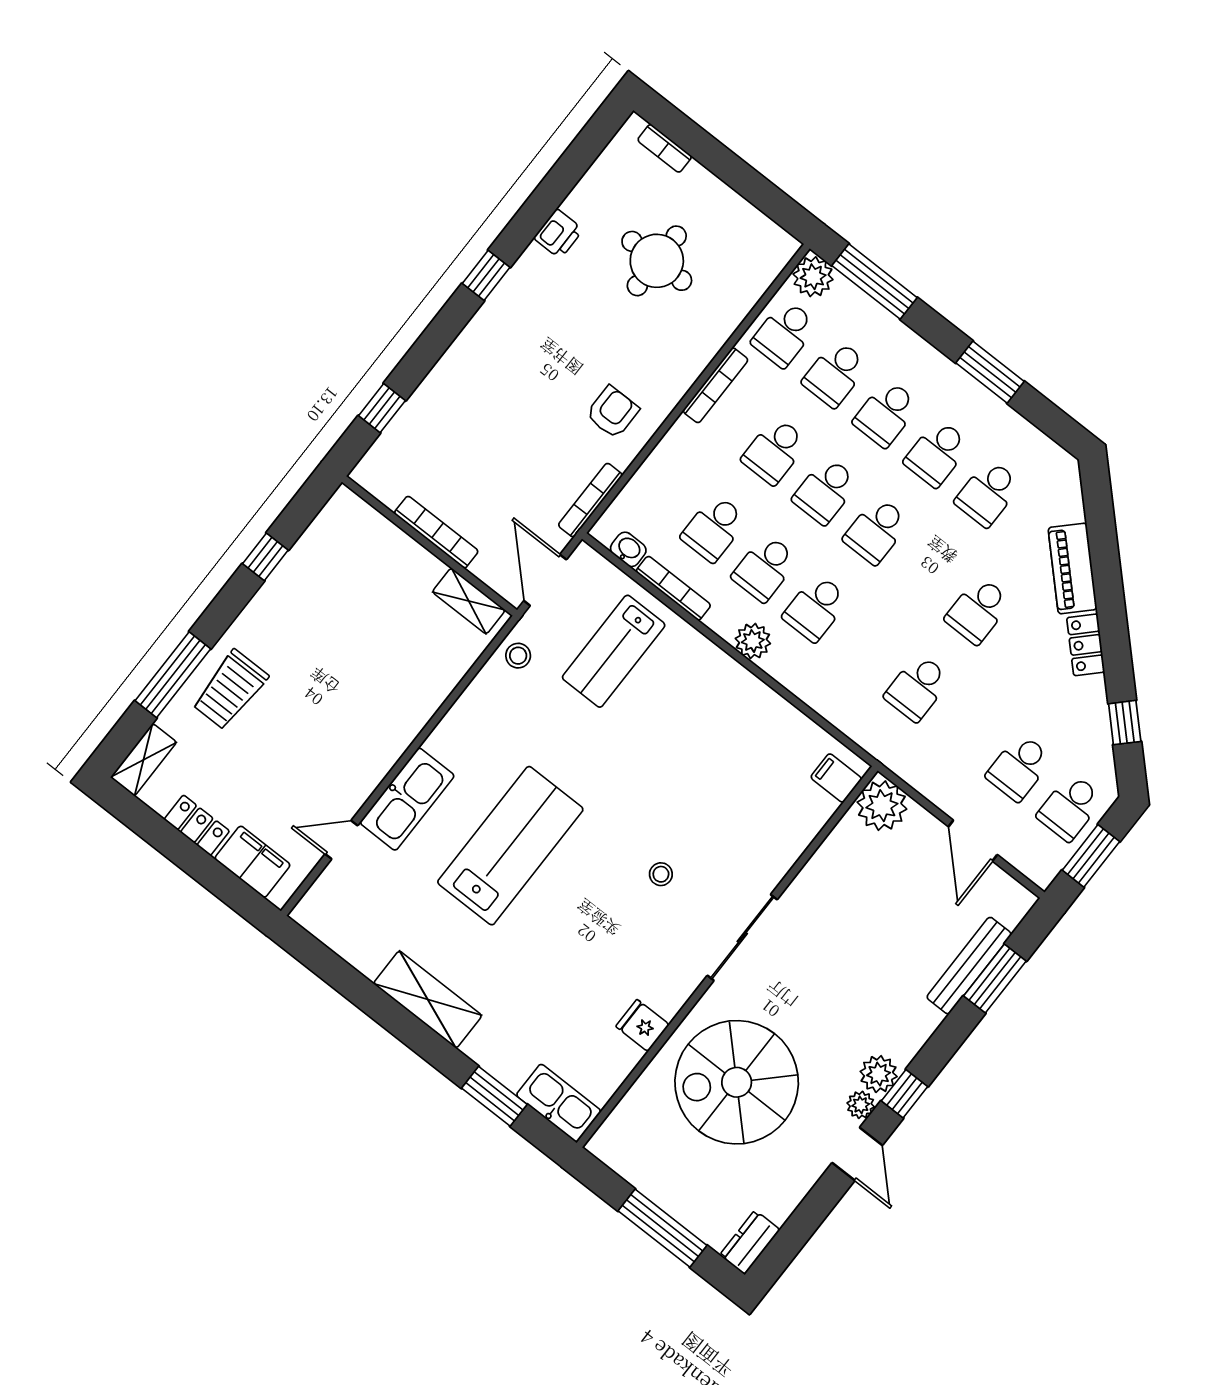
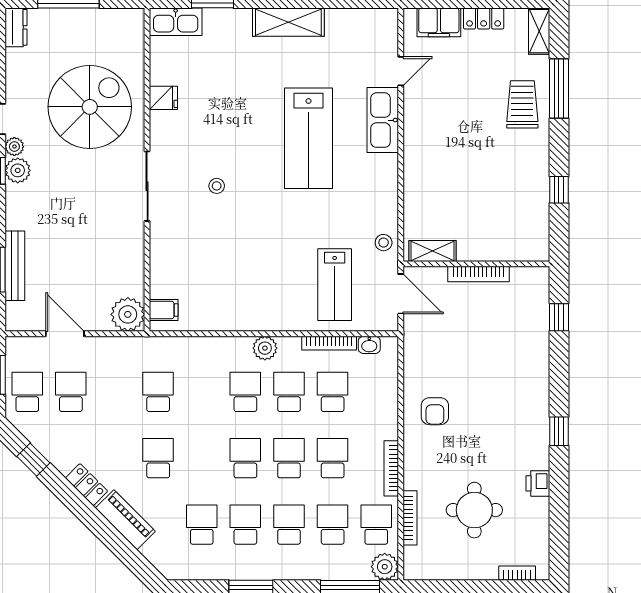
bookcase: (590, 500) -> (410, 518), moved
lab bench: (614, 651) -> (335, 285), turned 180

